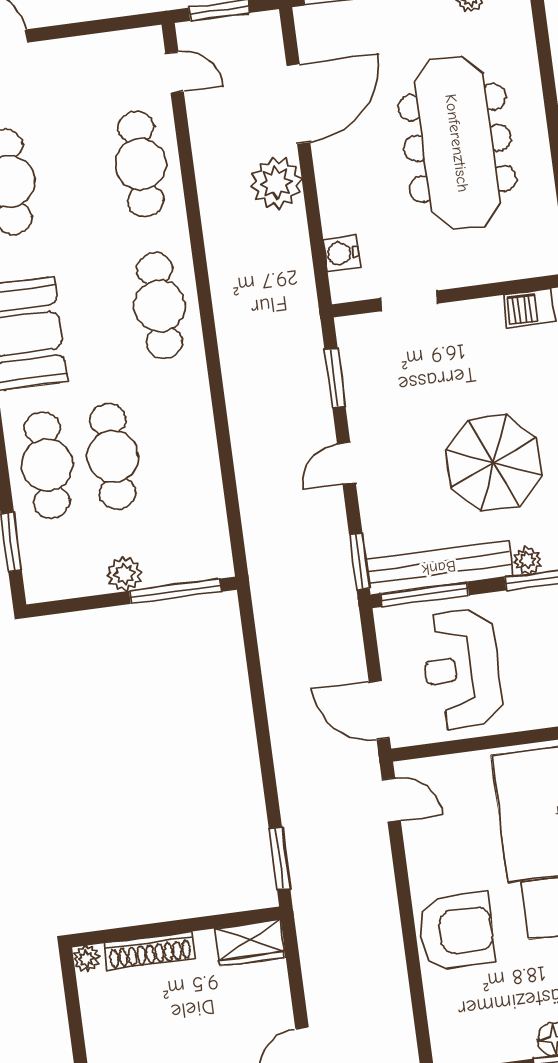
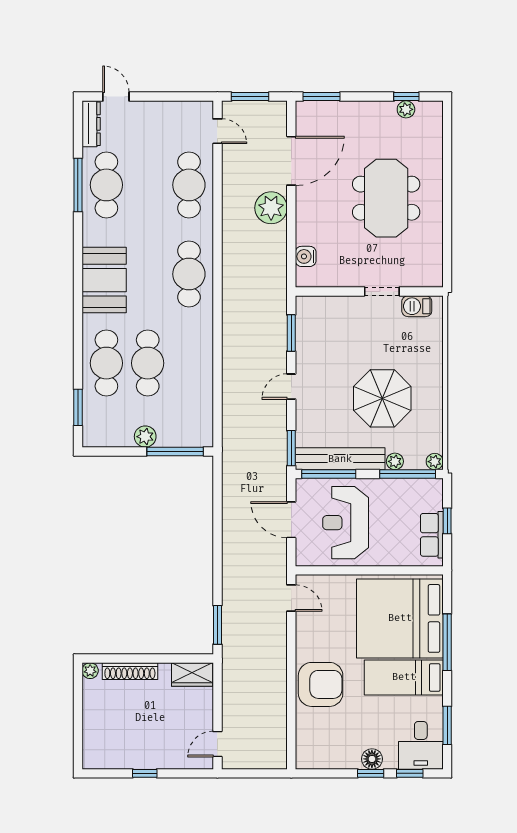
meeting table: (457, 143) -> (386, 198), width x0.73
doorway: (409, 301) -> (382, 291), moved
door: (379, 710) -> (291, 520), moved

